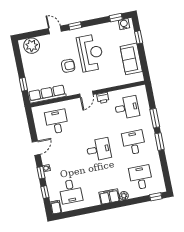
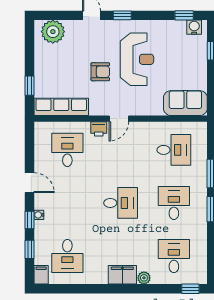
sofa: (131, 59) -> (185, 103), moved, turned 90
printer: (103, 98) -> (99, 129), moved
door: (36, 148) -> (29, 183), hinge flipped

